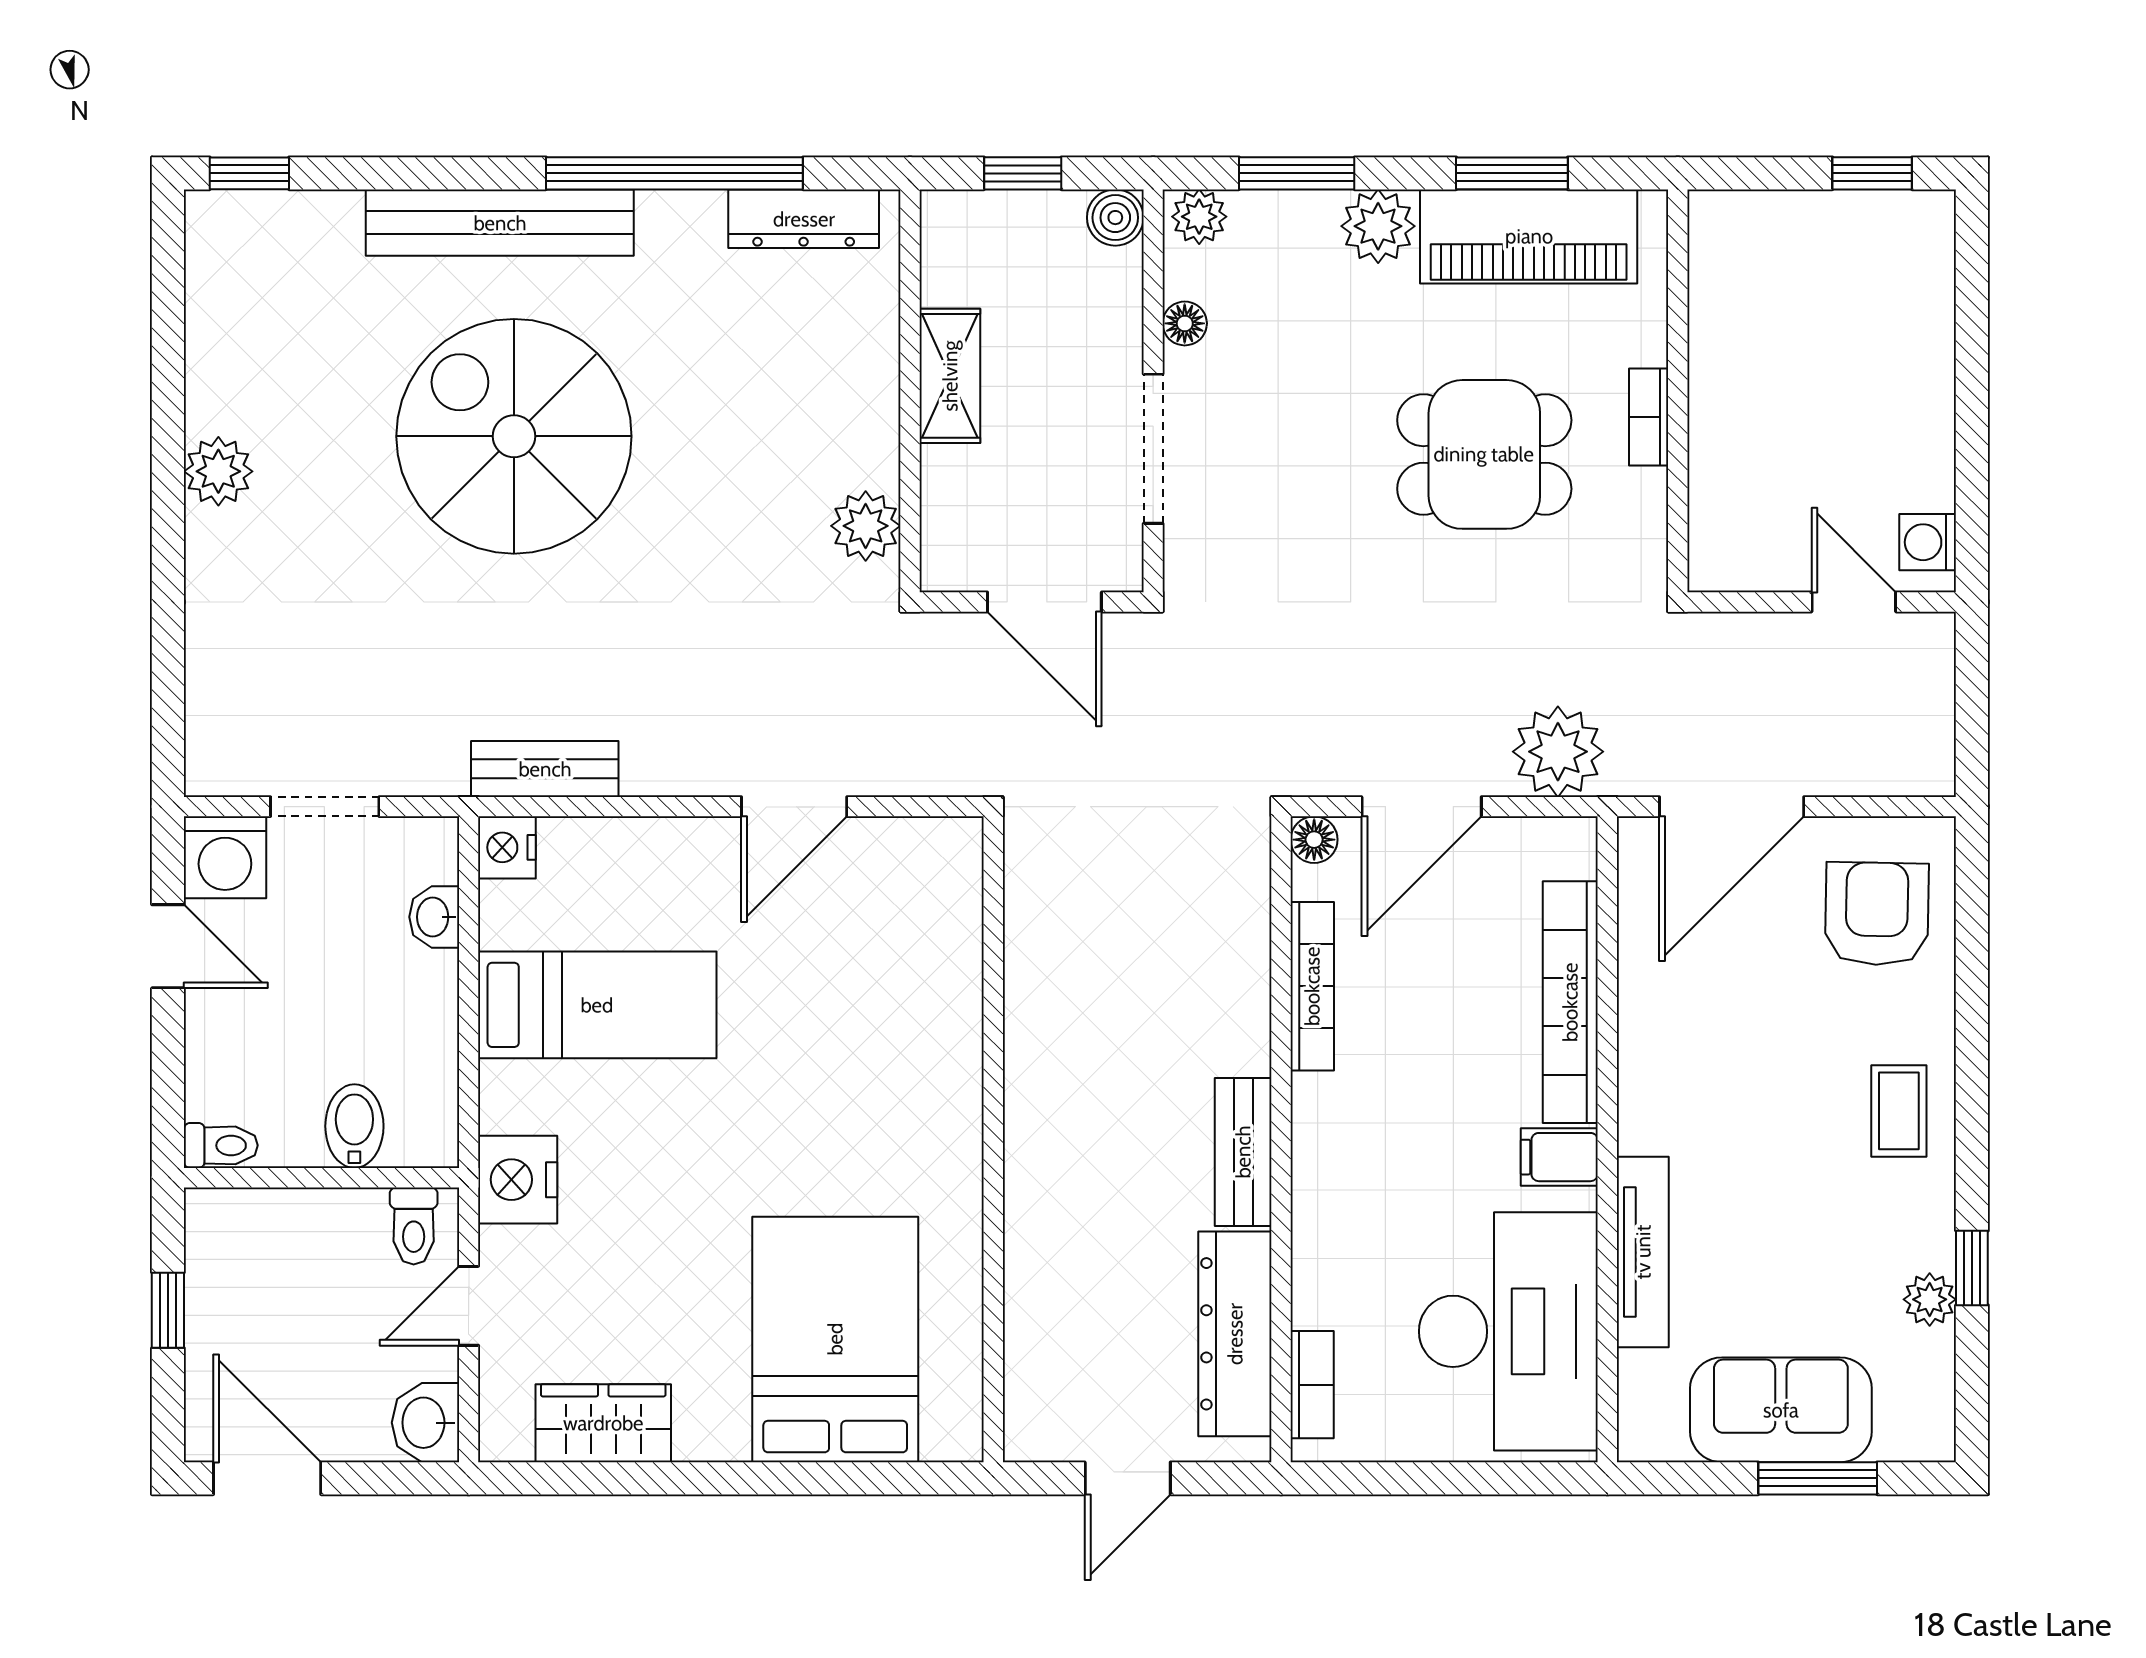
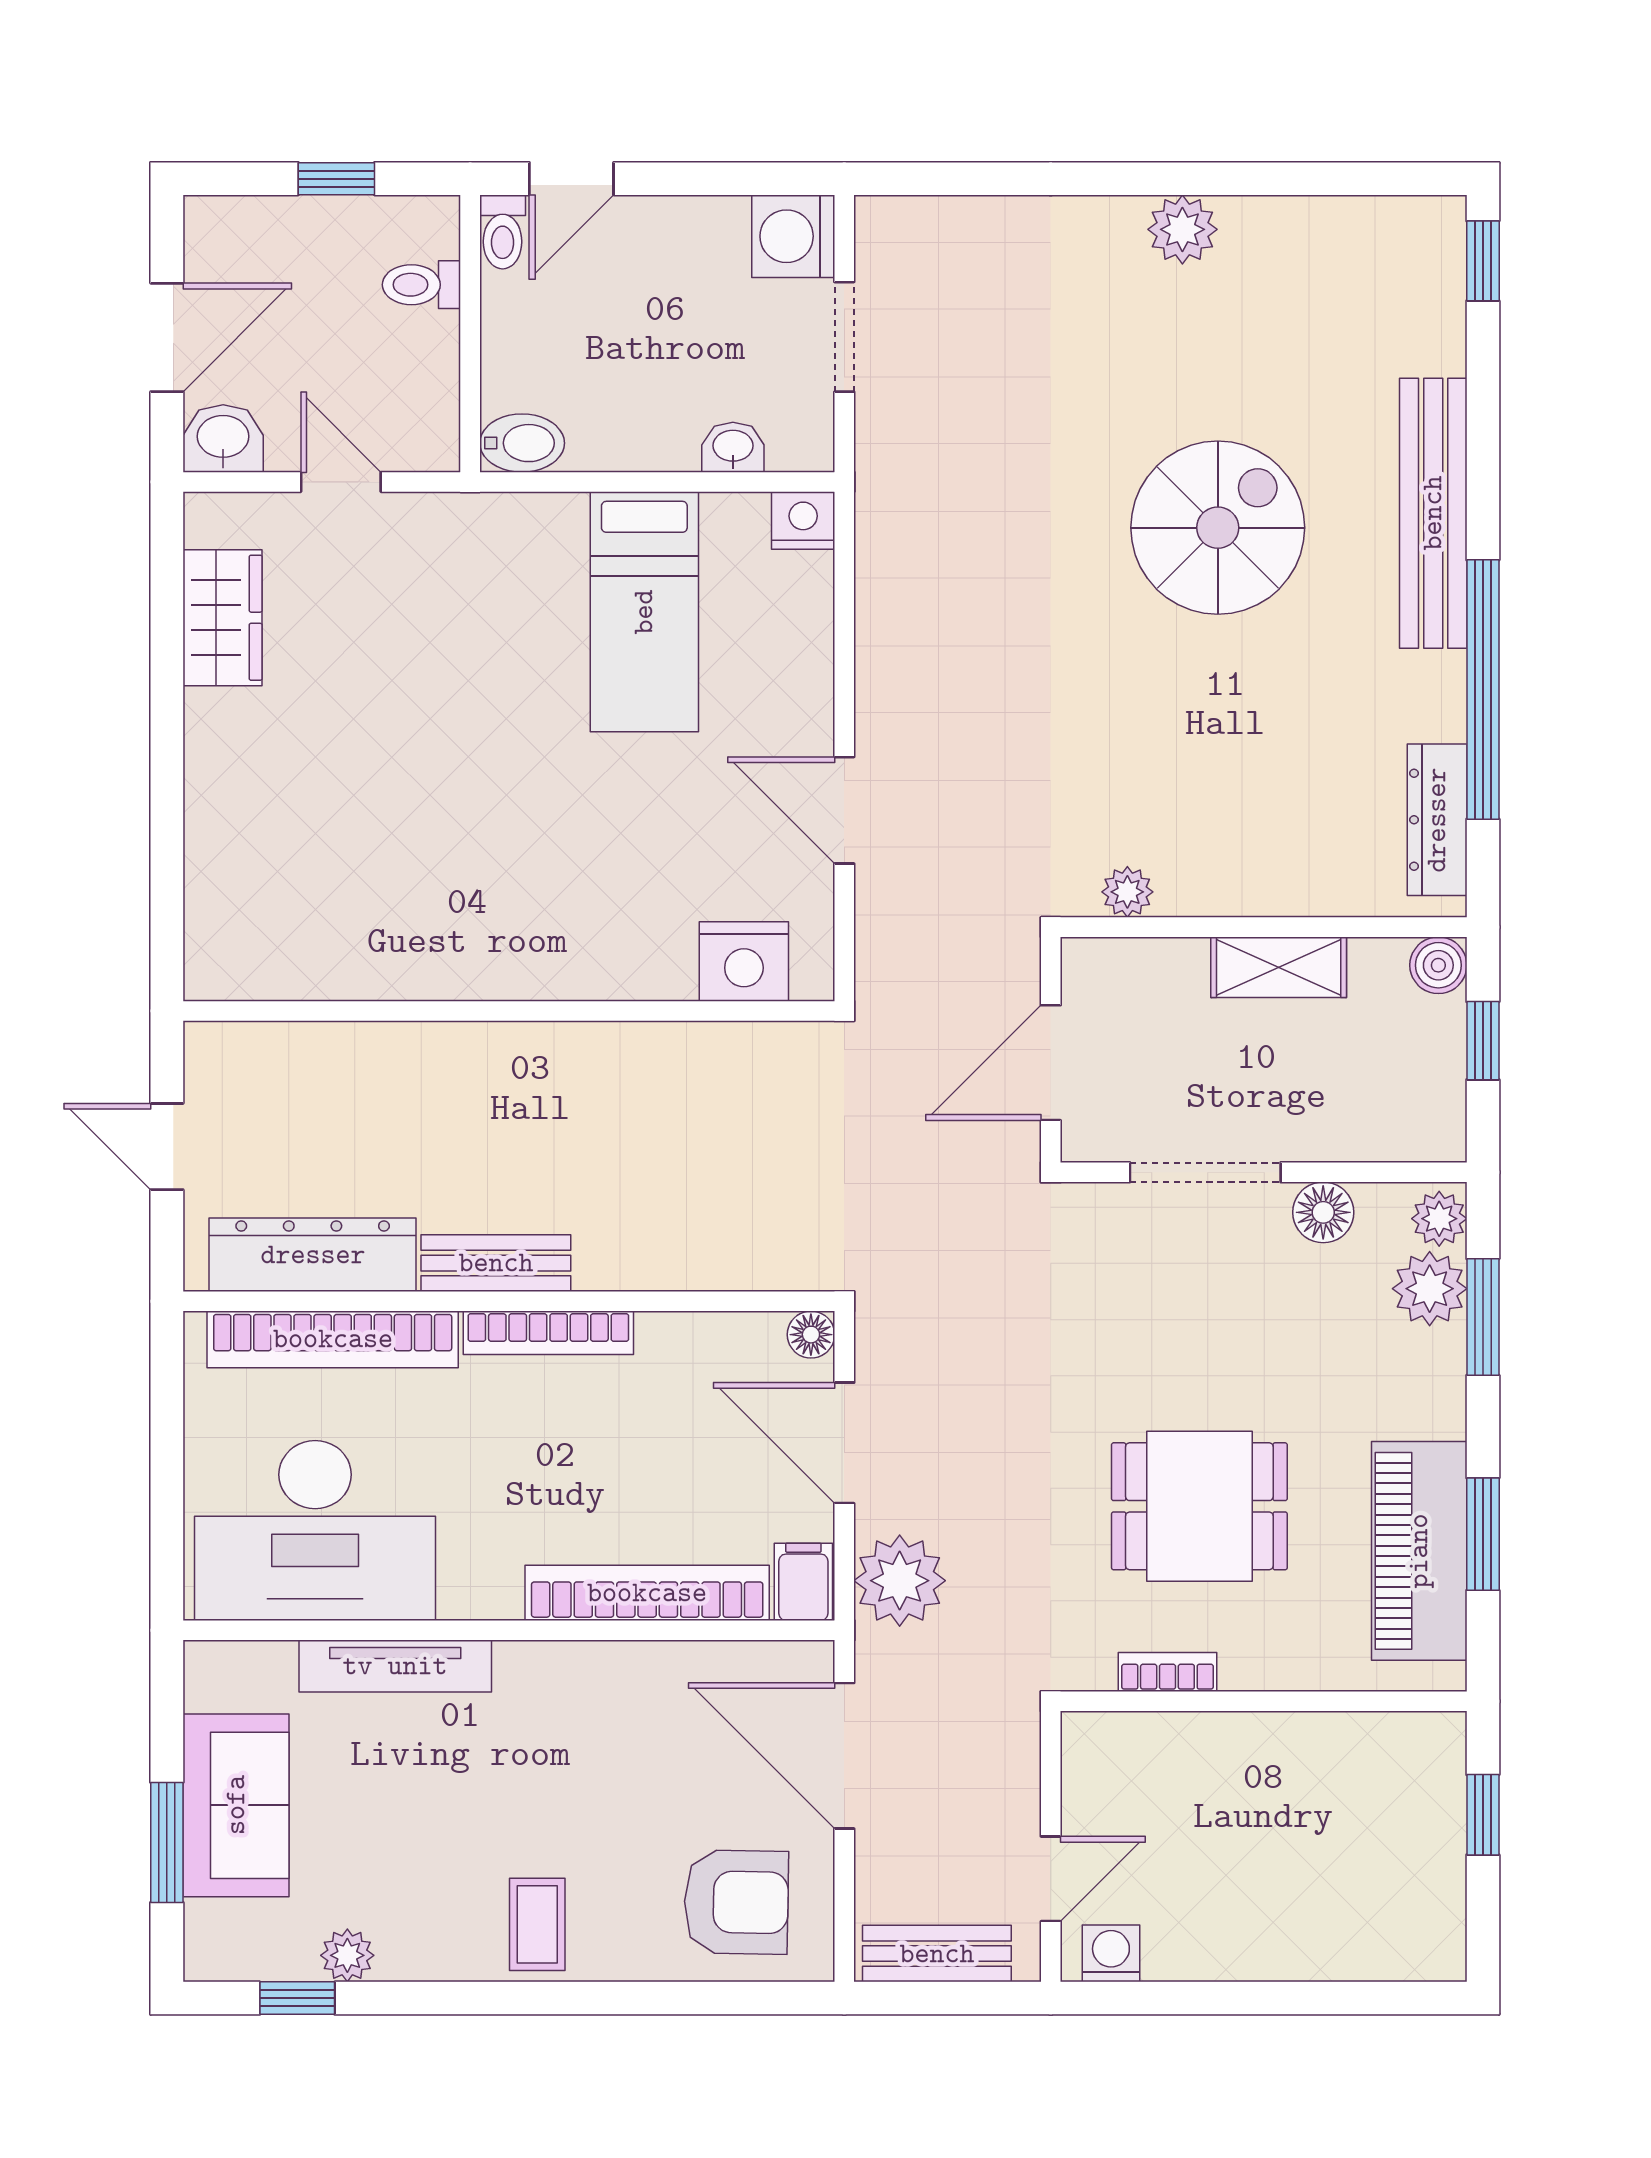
window: (1872, 173) -> (1483, 1815), moved
boiler: (1115, 218) -> (1438, 965), moved
plant: (1378, 226) -> (1430, 1289), moved
floor lamp: (1185, 323) -> (1323, 1212), width x1.37, depth x1.37
bookcase: (1649, 417) -> (1167, 1672), moved
spiral stairs: (514, 436) -> (1218, 528), width x0.73, depth x0.73
dining table: (1484, 454) -> (1199, 1506), turned 90
plant: (866, 526) -> (1127, 892), width x0.73, depth x0.73
bench: (545, 769) -> (937, 1954), moved, turned 90
door: (168, 946) -> (571, 179), moved
bookcase: (1312, 986) -> (548, 1333), moved
coffee table: (1899, 1111) -> (537, 1924), turned 90
bidet: (354, 1126) -> (522, 443), moved
filing cabinet: (1559, 1157) -> (803, 1582), moved
nightstand: (518, 1180) -> (744, 961), moved, turned 180
toilet: (414, 1226) -> (421, 285), moved
window: (1972, 1268) -> (297, 1998), moved
bed: (835, 1339) -> (307, 852), removed
bookcase: (1312, 1385) -> (333, 1339), width x2.31, depth x1.31
door: (267, 1478) -> (167, 337), moved

